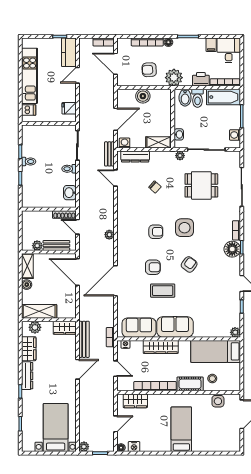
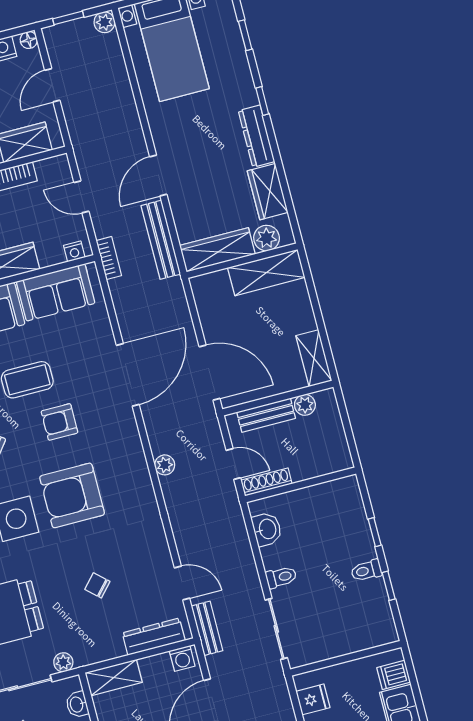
armchair: (156, 232) -> (72, 495), width x1.88, depth x1.88
boiler: (27, 285) -> (306, 320), removed
wardrobe: (65, 328) -> (217, 250), width x1.50

